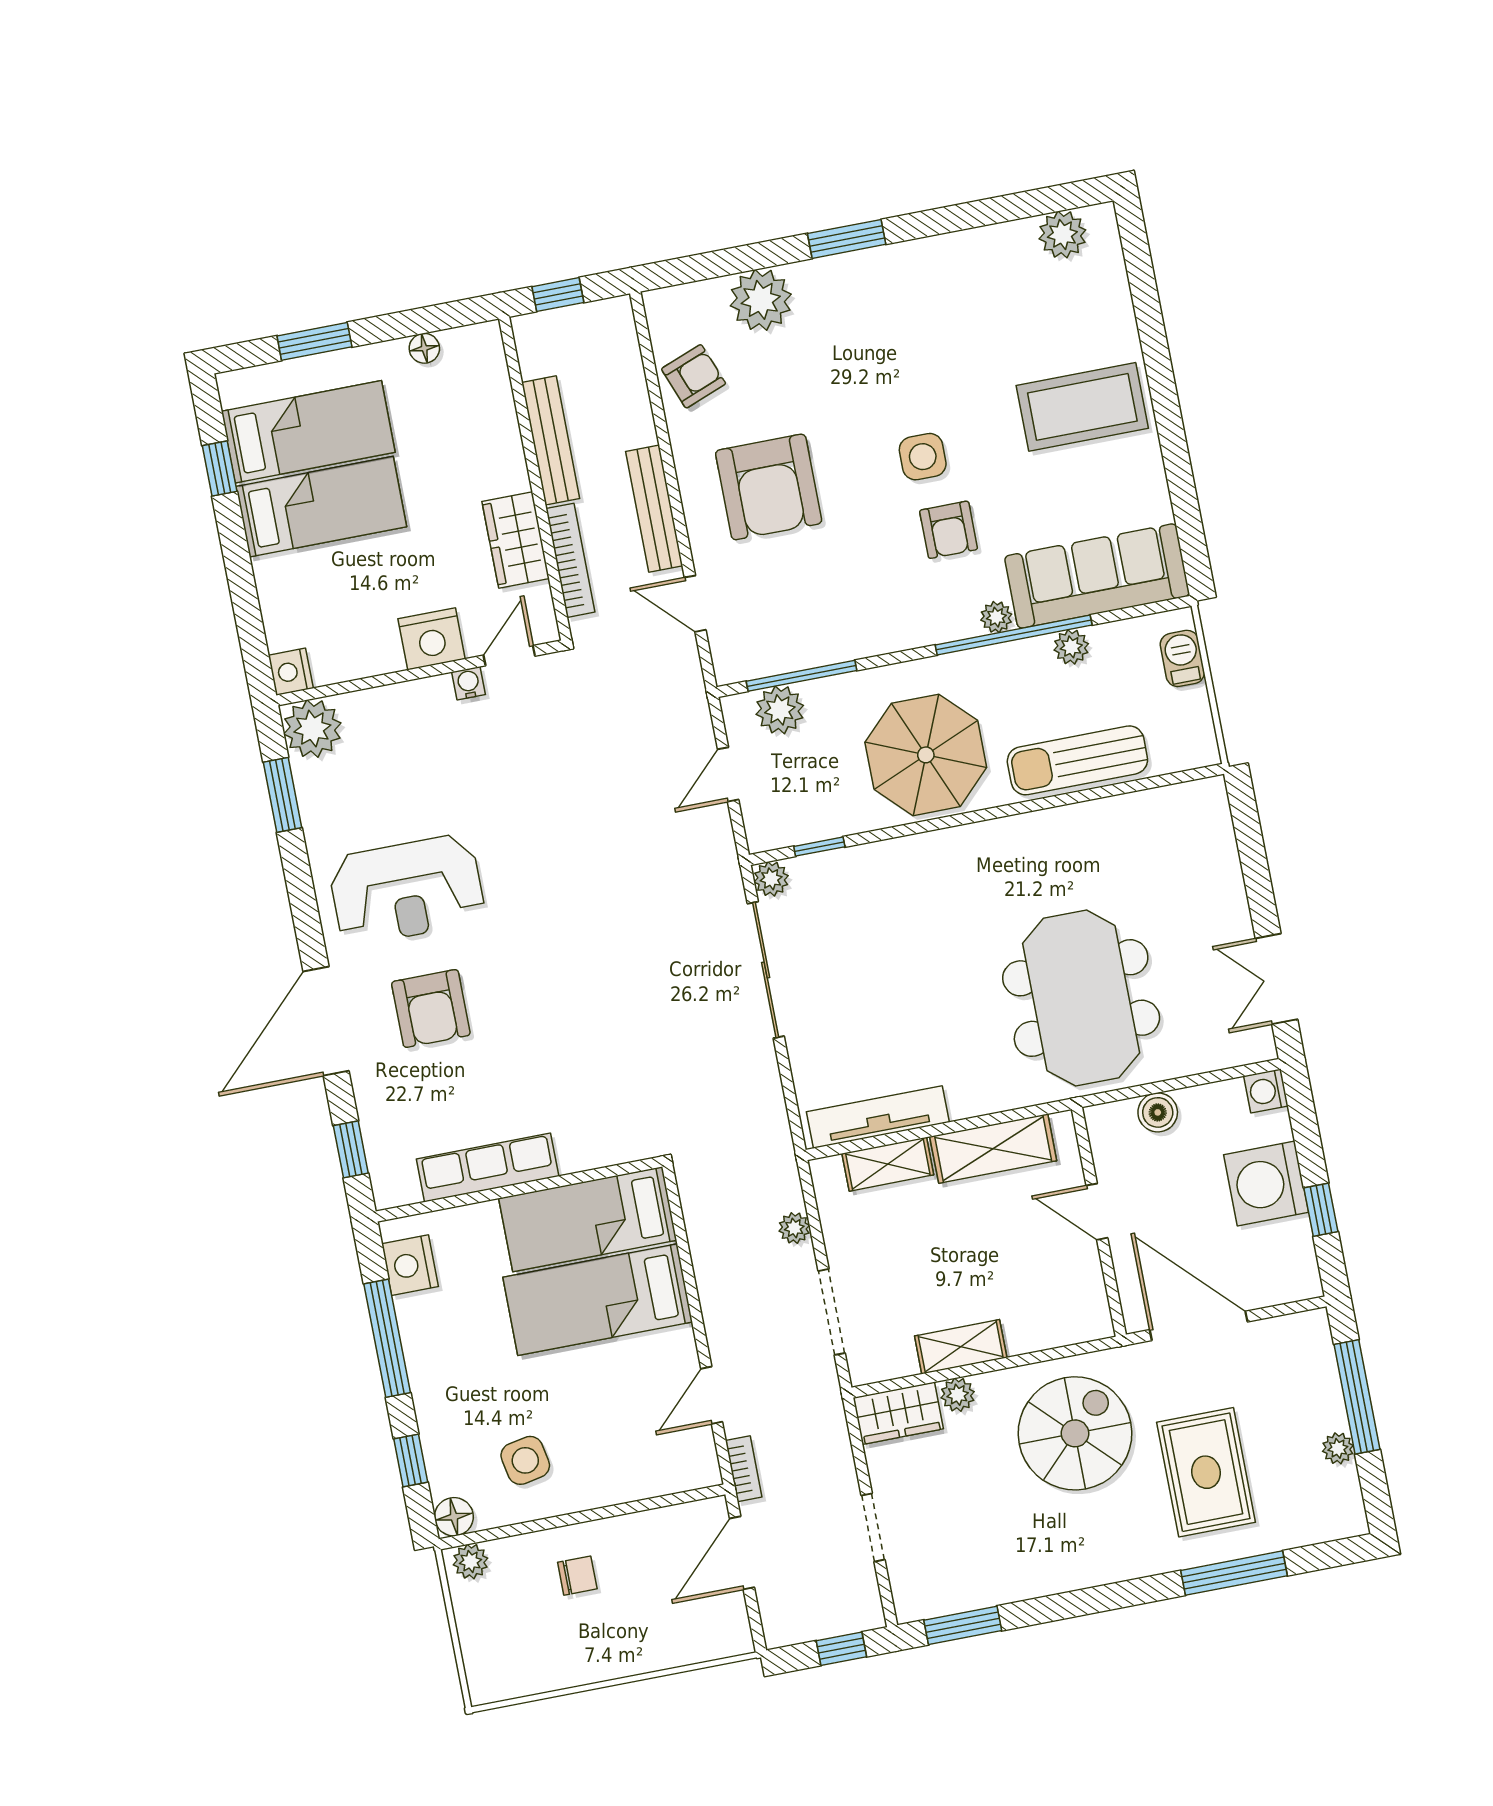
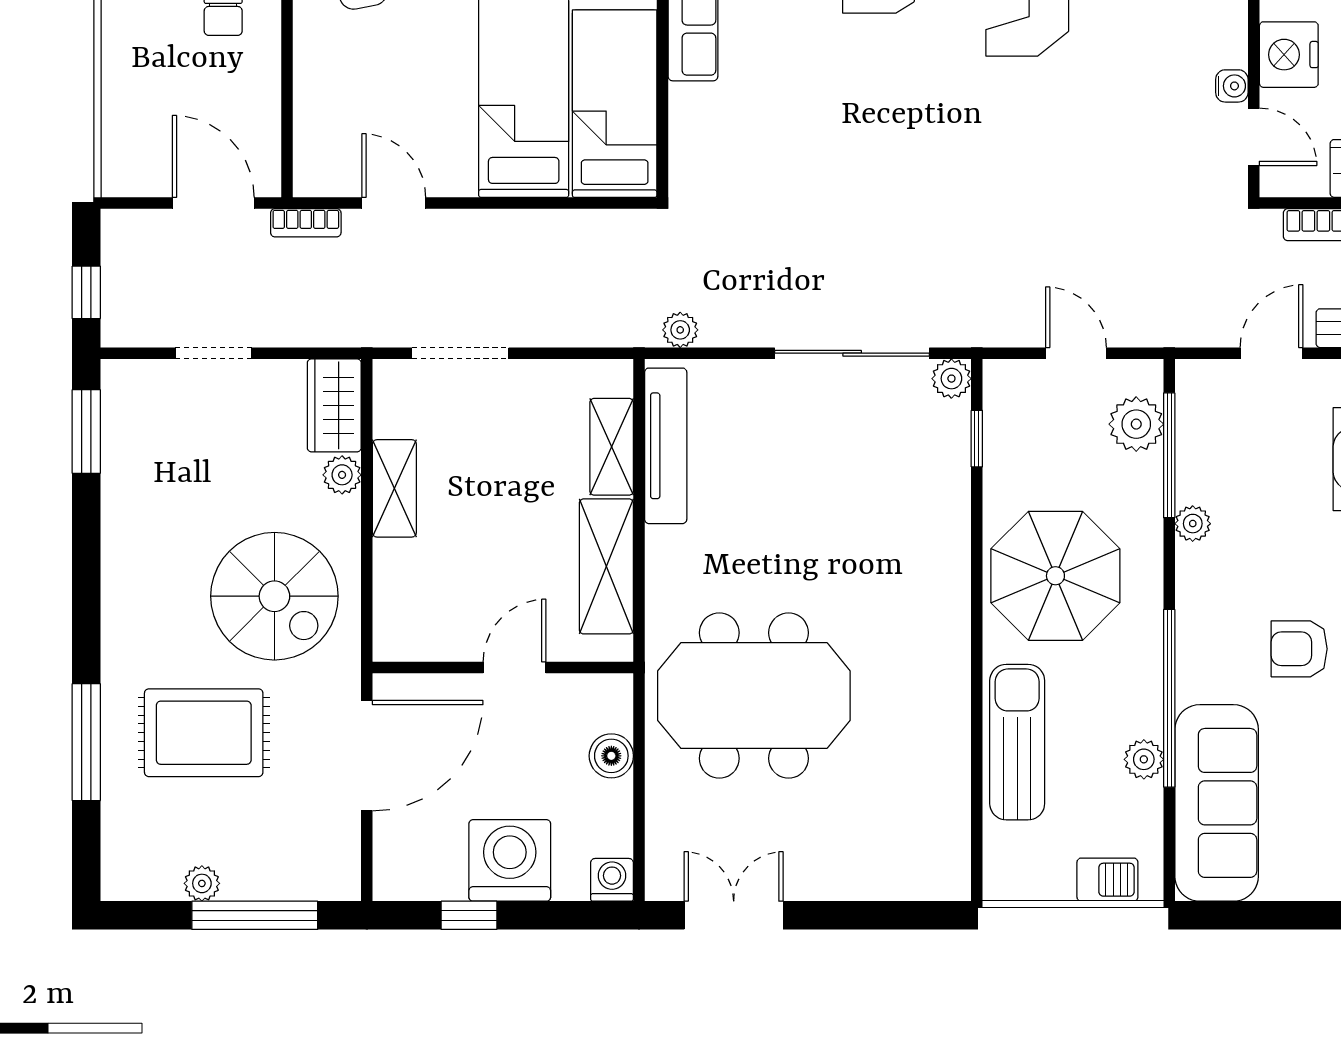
plant: (996, 617) -> (1193, 524), moved
plant: (794, 1228) -> (680, 330), moved

